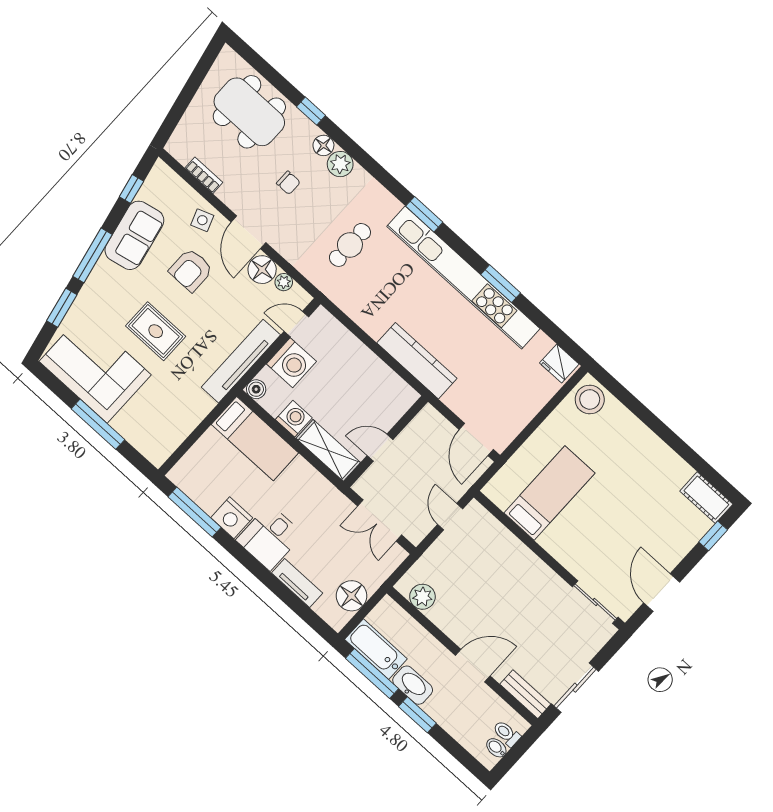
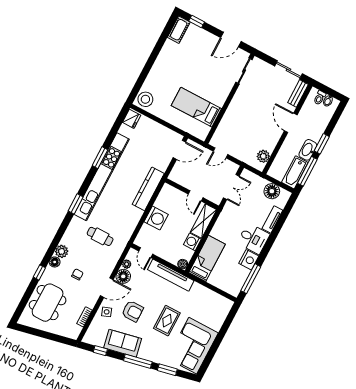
washing machine: (291, 363) -> (156, 218), moved, turned 90
window: (98, 424) -> (220, 337), removed

